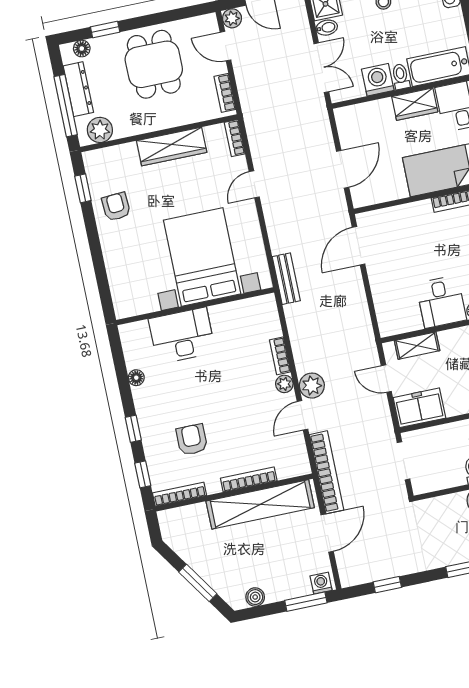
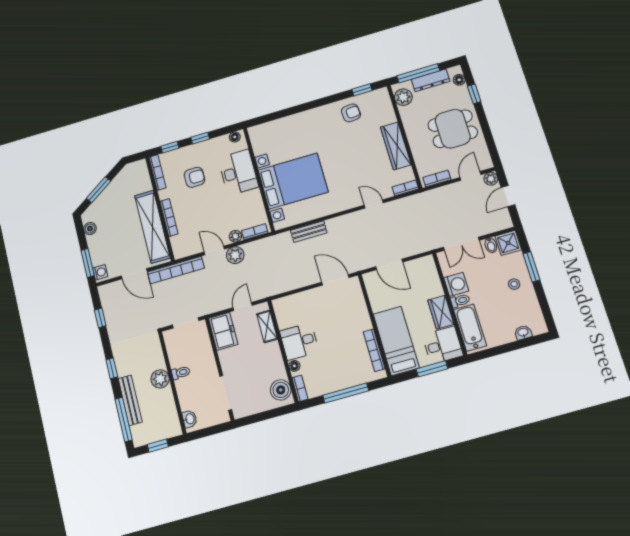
bed with nightstands: (202, 257) -> (293, 181), moved
wall: (195, 306) -> (259, 179), moved
desk: (182, 336) -> (238, 172), moved

